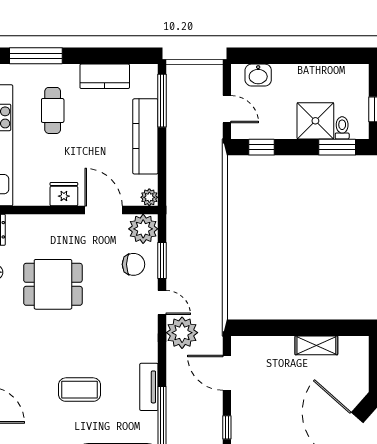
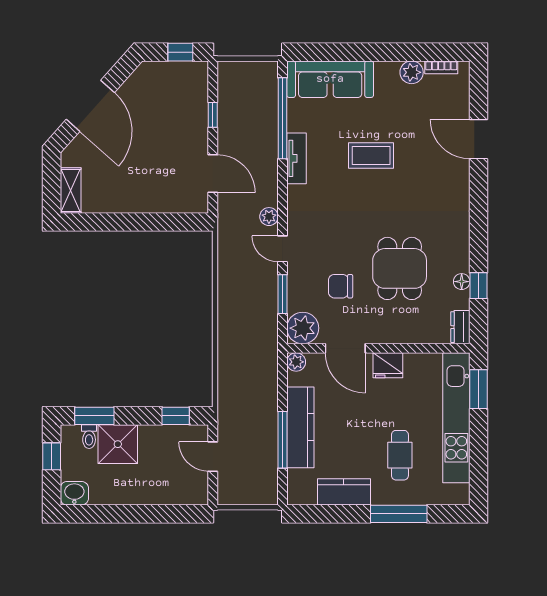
window: (36, 56) -> (399, 514), moved
washbasin: (258, 75) -> (74, 493), moved
window: (162, 101) -> (282, 440), moved
chair: (133, 264) -> (341, 286), moved
dining table: (53, 284) -> (400, 268), turned 90
plant: (182, 333) -> (269, 217), width x0.53, depth x0.53
shelving: (316, 345) -> (71, 190), moved, turned 90

